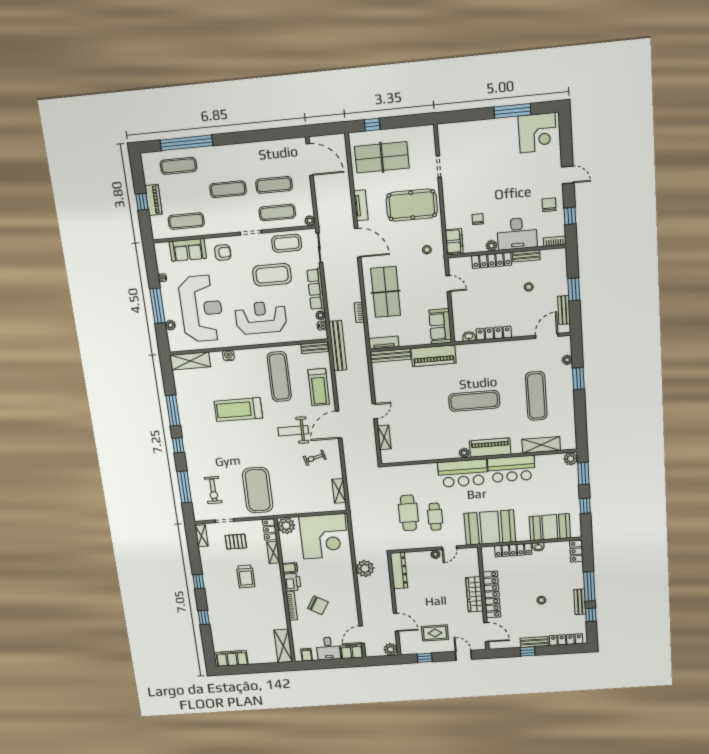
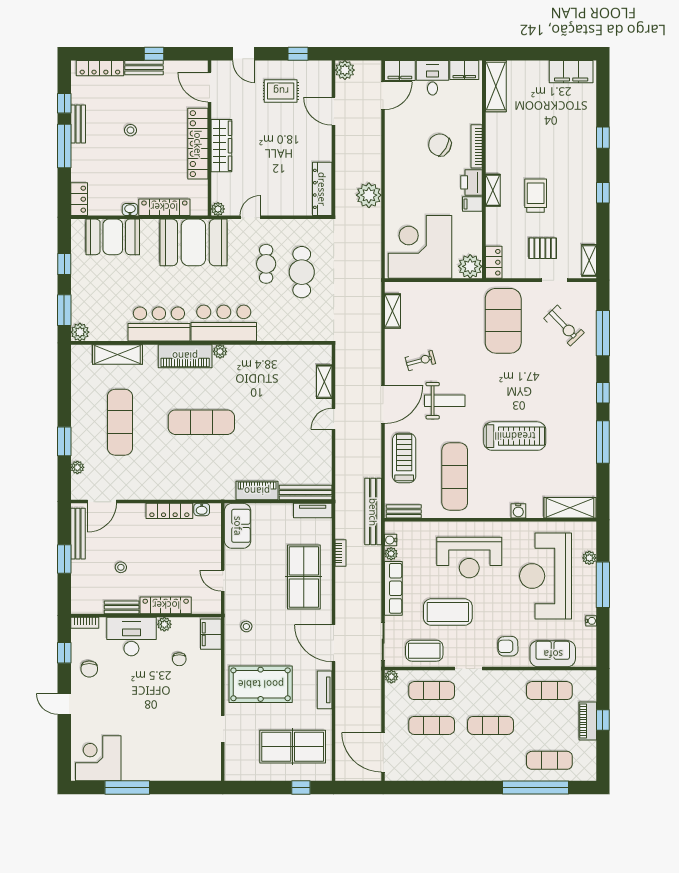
bench: (564, 310) -> (78, 534), width x1.36
piano: (434, 356) -> (257, 491), width x0.73, depth x0.75
exercise bike: (213, 490) -> (564, 326), turned 136
shelving: (273, 552) -> (493, 190), moved
plant: (435, 554) -> (218, 209), moved
filing cabinet: (307, 655) -> (464, 70), width x2.00

